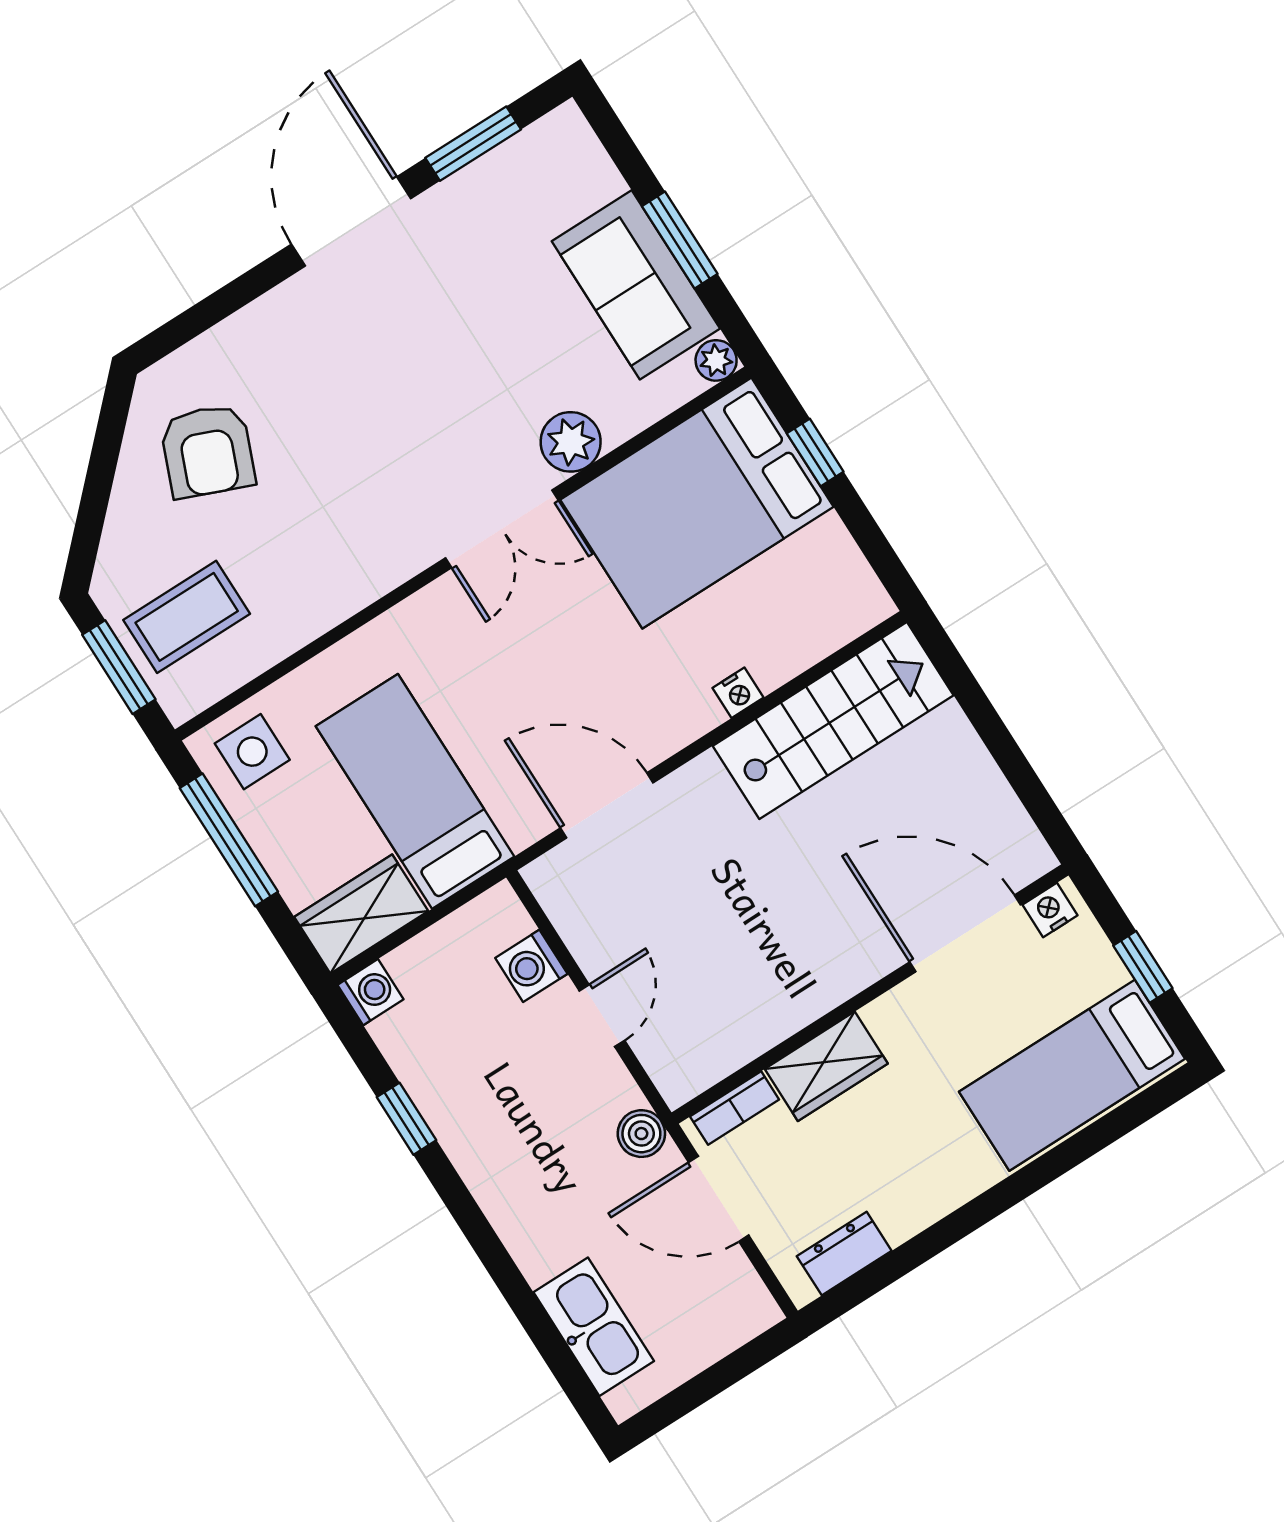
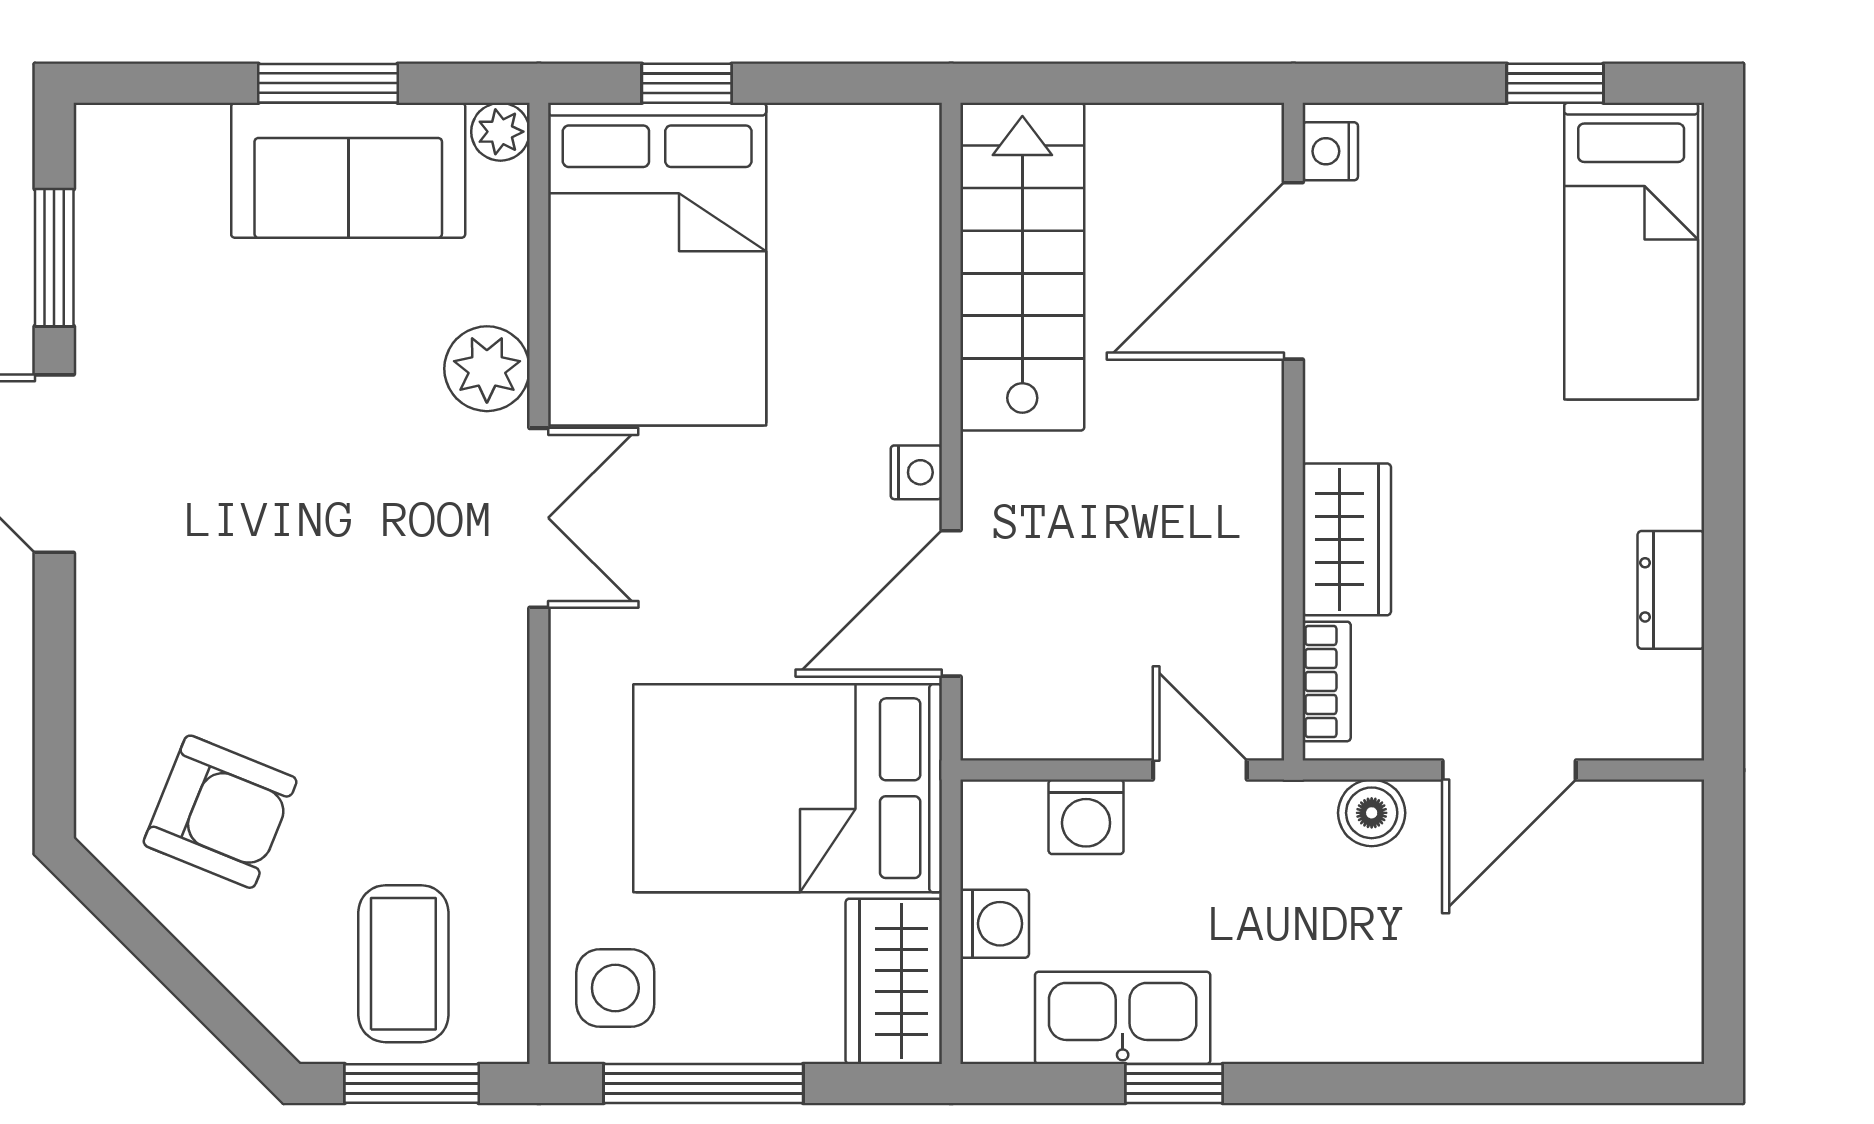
nightstand: (738, 693) -> (916, 472), moved
bed: (415, 791) -> (788, 788), width x1.50
nightstand: (1050, 910) -> (1330, 151), moved
door: (965, 933) -> (1293, 271), moved
washing machine: (371, 992) -> (995, 924), moved, turned 90
wall: (870, 994) -> (1293, 432), moved
wardrobe: (826, 1066) -> (1347, 539), moved
bookcase: (735, 1108) -> (1327, 681), moved
dresser: (844, 1254) -> (1671, 590), moved
kitchen sink: (594, 1327) -> (1123, 1018), moved

